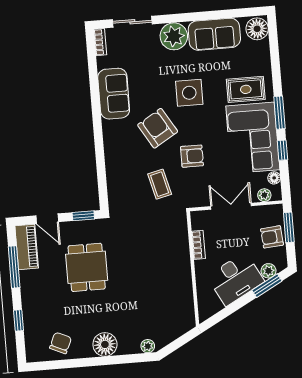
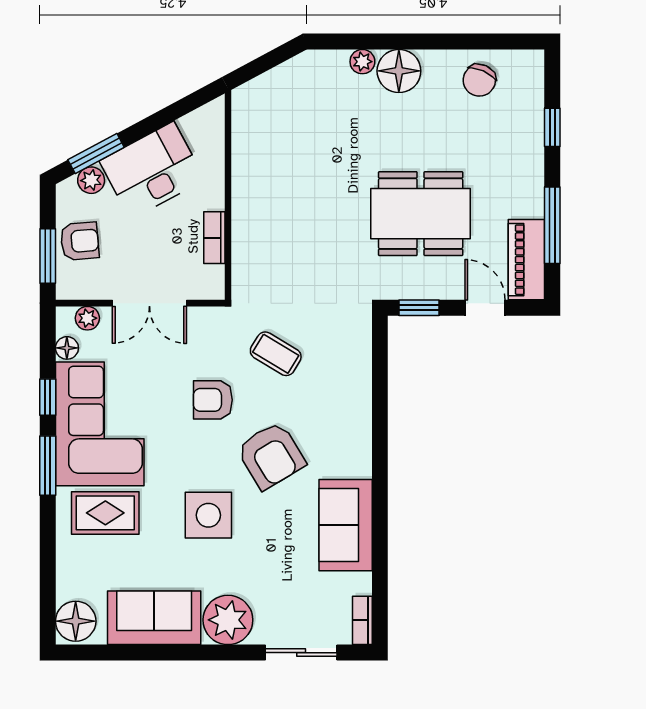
coffee table: (160, 184) -> (276, 354), turned -45
dining table: (87, 267) -> (421, 214), width x1.38
plant: (148, 346) -> (362, 62), moved

